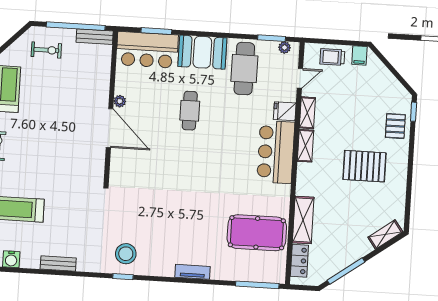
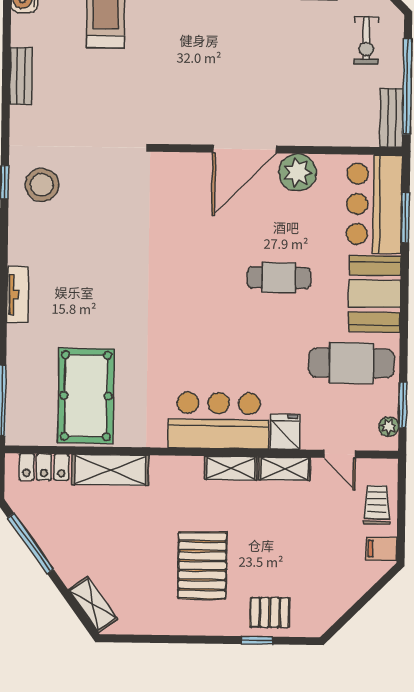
plant: (120, 101) -> (298, 172), width x1.88, depth x1.88
window: (414, 112) -> (257, 640), moved

